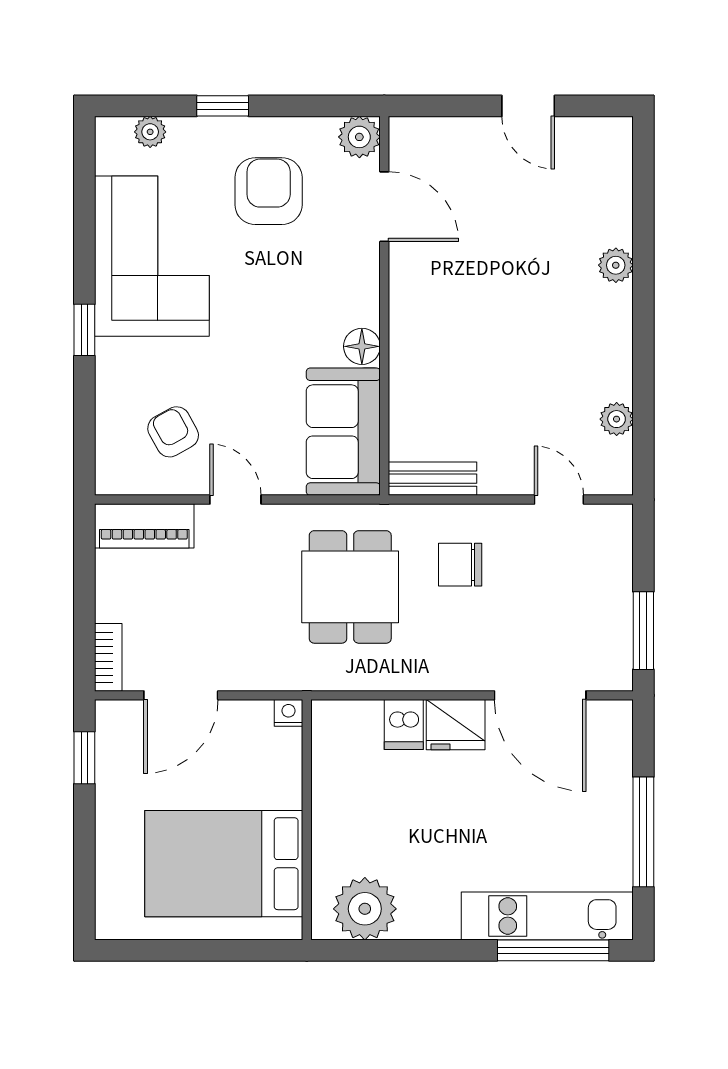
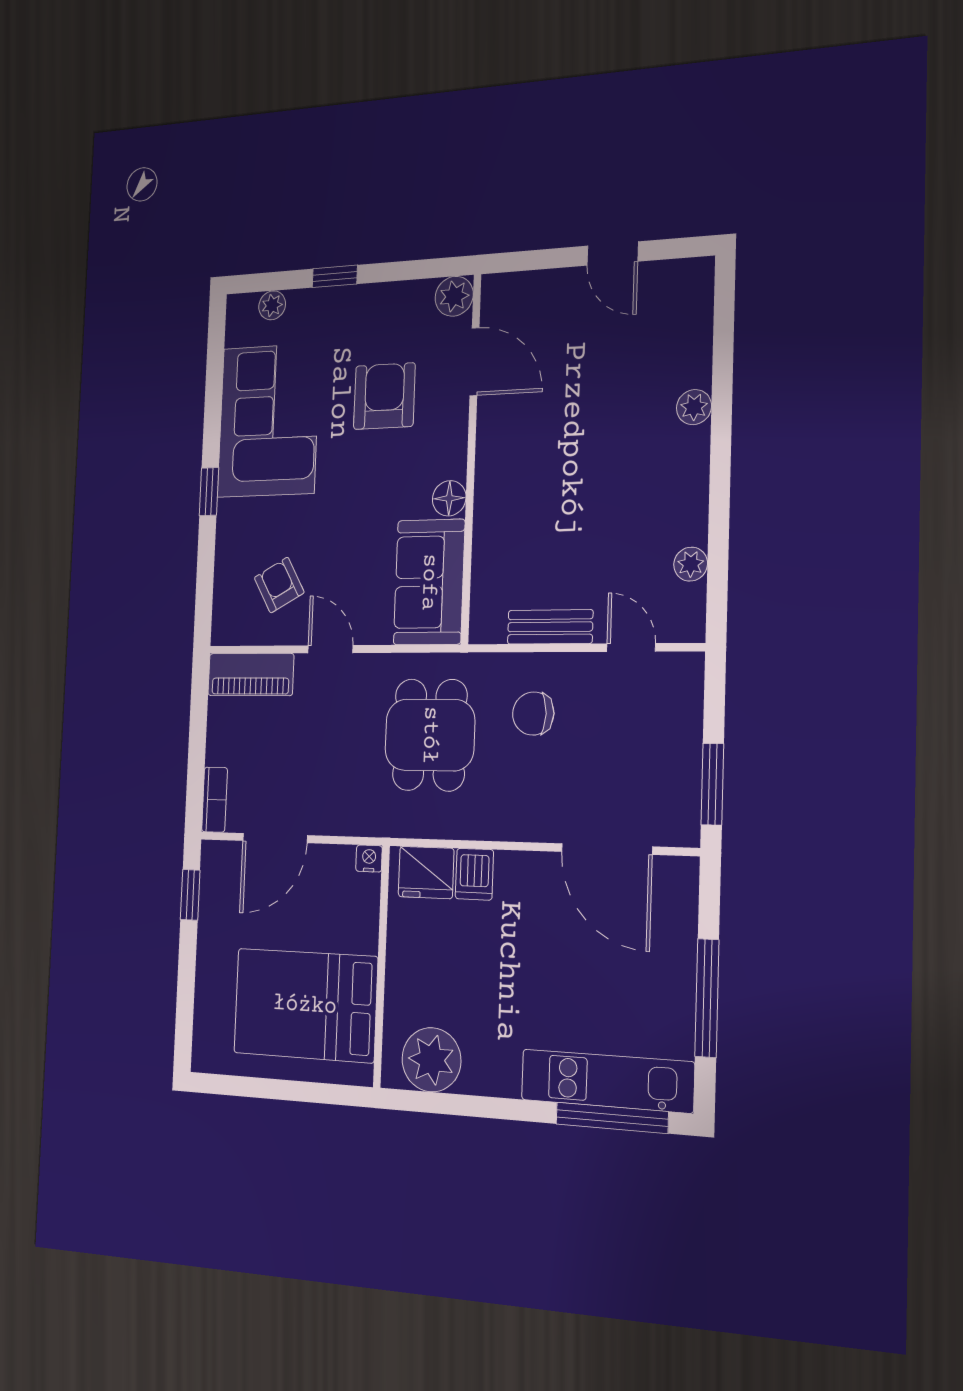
armchair: (269, 191) -> (384, 396), moved
bench: (433, 479) -> (550, 627), moved
fridge: (456, 725) -> (426, 872), moved

